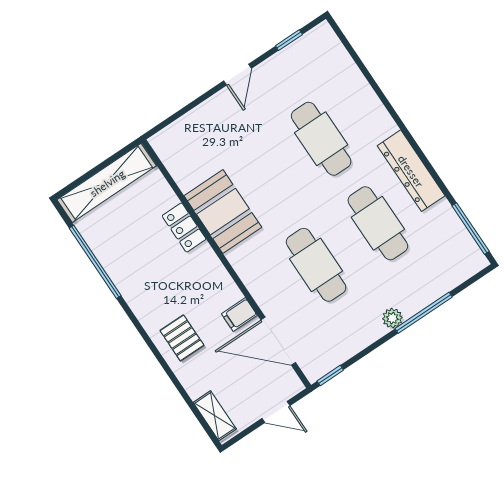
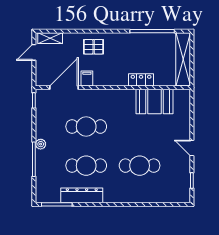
dresser: (411, 171) -> (82, 195), moved
booth: (223, 212) -> (154, 102), moved
door: (276, 412) -> (34, 52), moved

